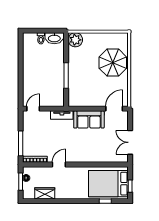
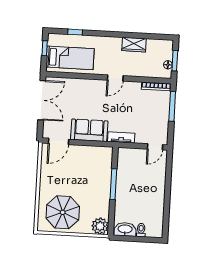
parasol: (113, 63) -> (63, 212), moved
double door: (130, 142) -> (42, 100), width x1.37
door: (59, 165) -> (115, 78), moved
bed: (108, 184) -> (70, 58), width x0.67
wardrobe: (45, 193) -> (134, 45), moved

